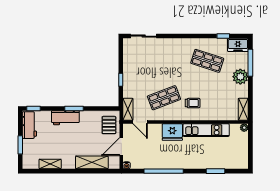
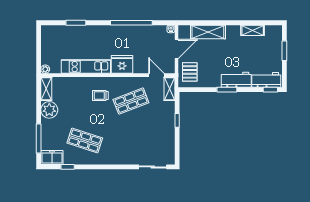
plant: (240, 77) -> (49, 110), moved
workbench: (29, 125) -> (266, 80), moved, turned 90

